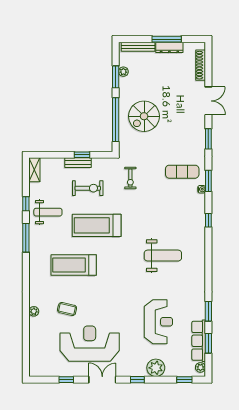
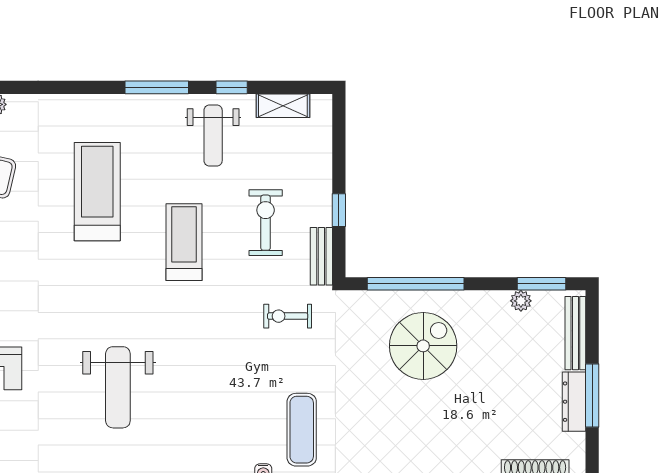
window: (116, 77) -> (542, 284), moved
spiral stairs: (144, 116) -> (423, 346), turned 90
bench: (78, 163) -> (321, 256), moved
shelving: (34, 170) -> (283, 106), moved
exercise bike: (88, 188) -> (266, 223), turned 180
treadmill: (97, 225) -> (184, 242), width x0.73, depth x0.73

